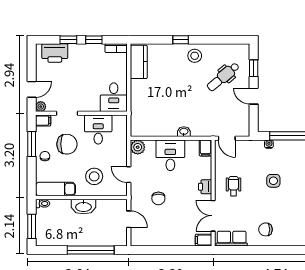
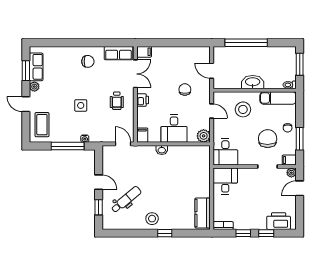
desk: (98, 130) -> (225, 152), moved
chair: (67, 144) -> (268, 139), turned 89

